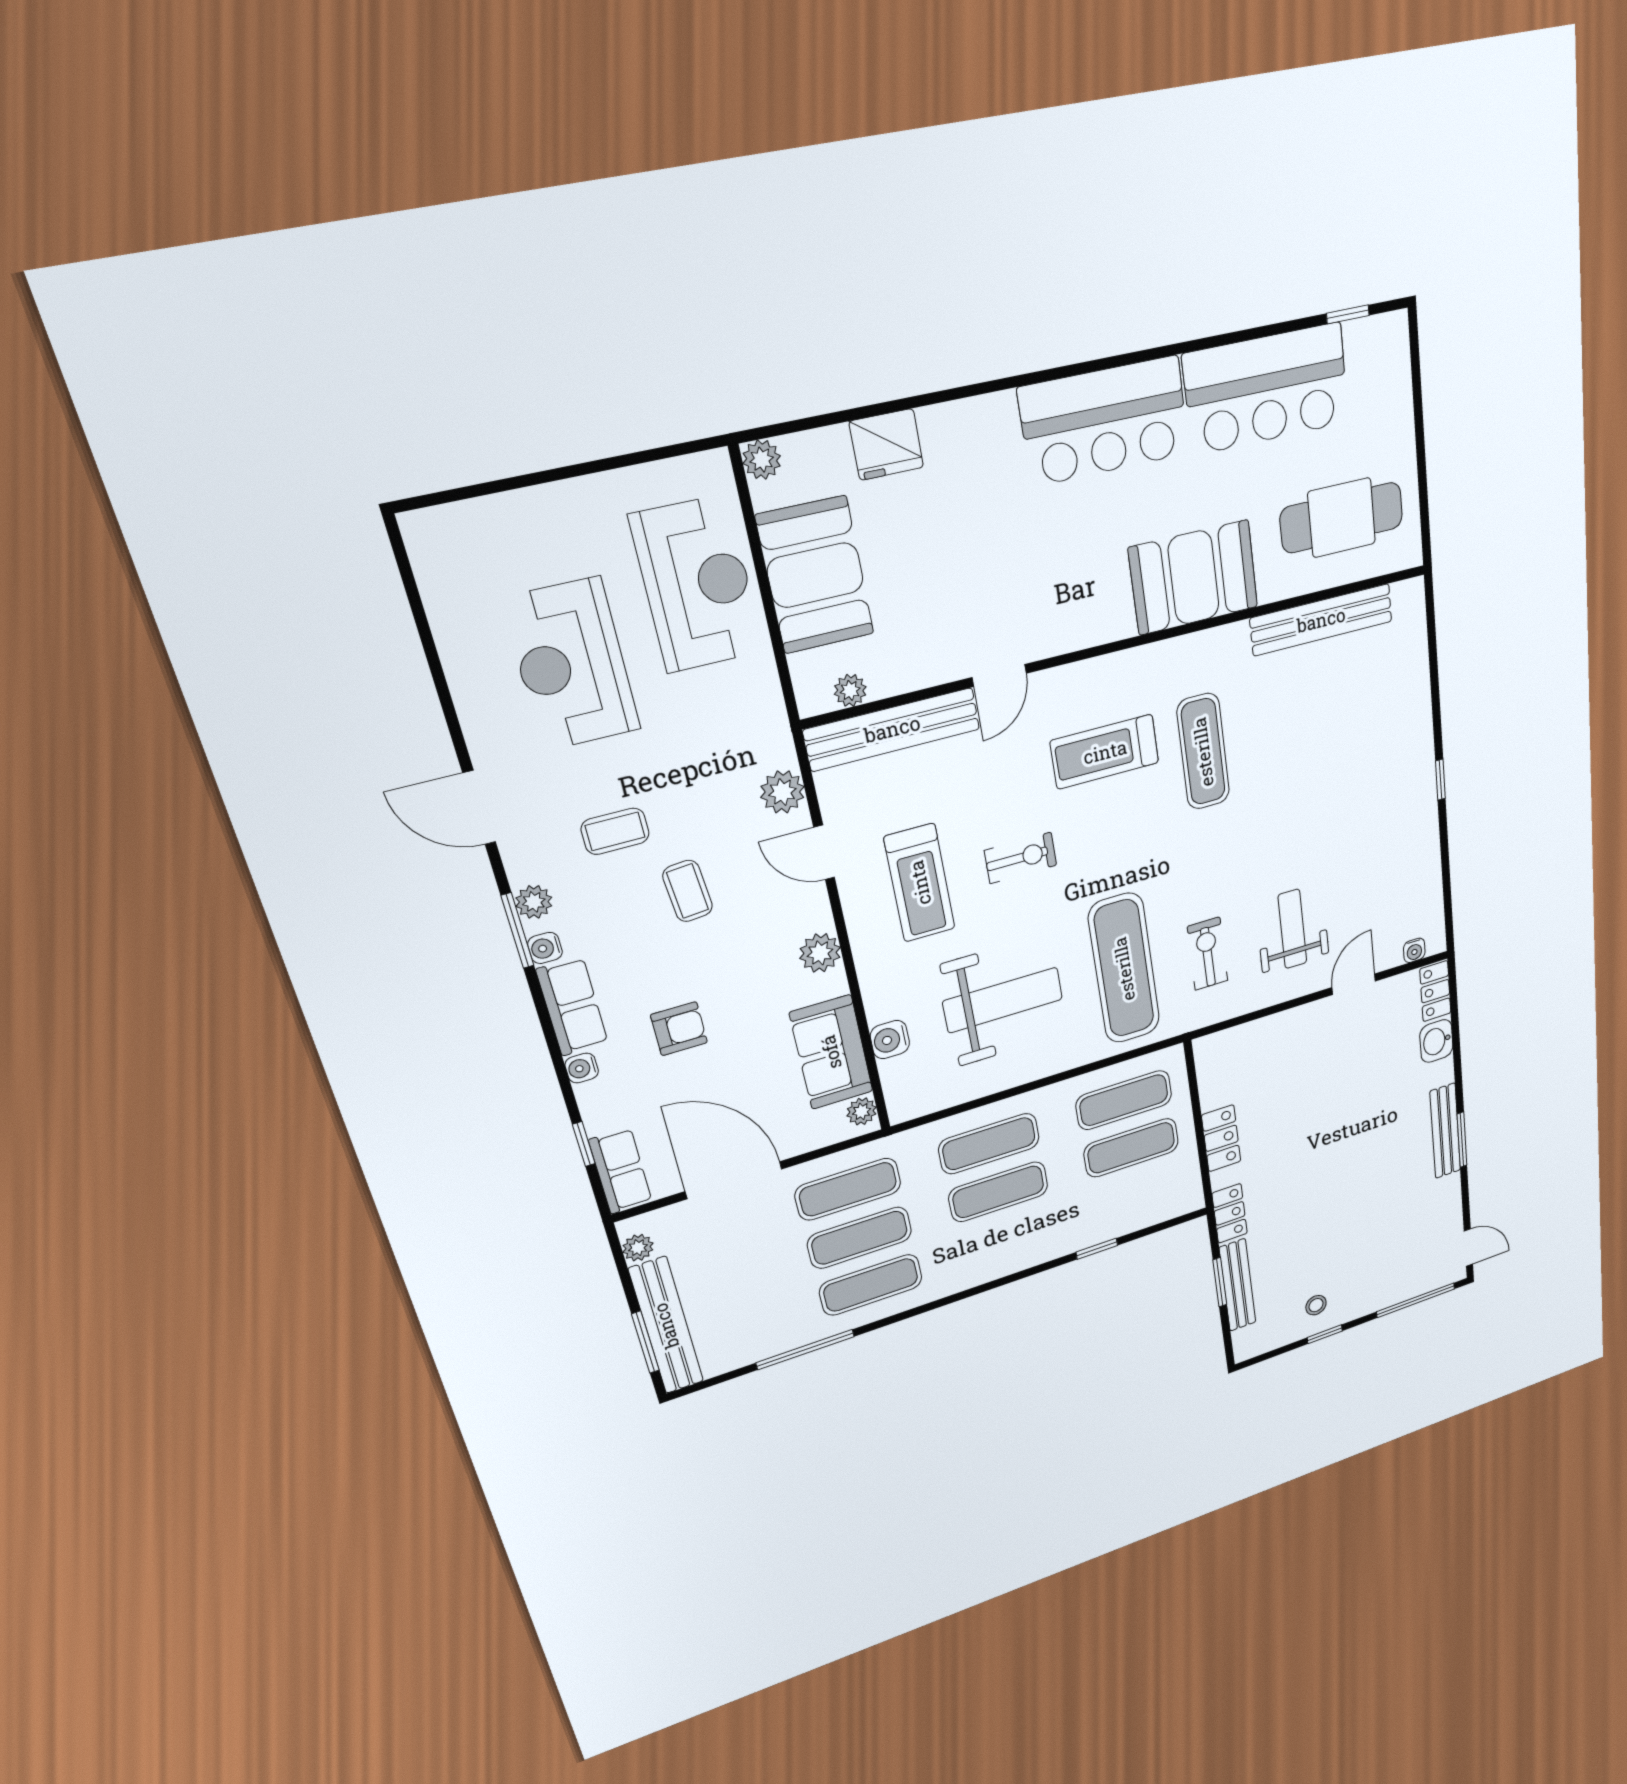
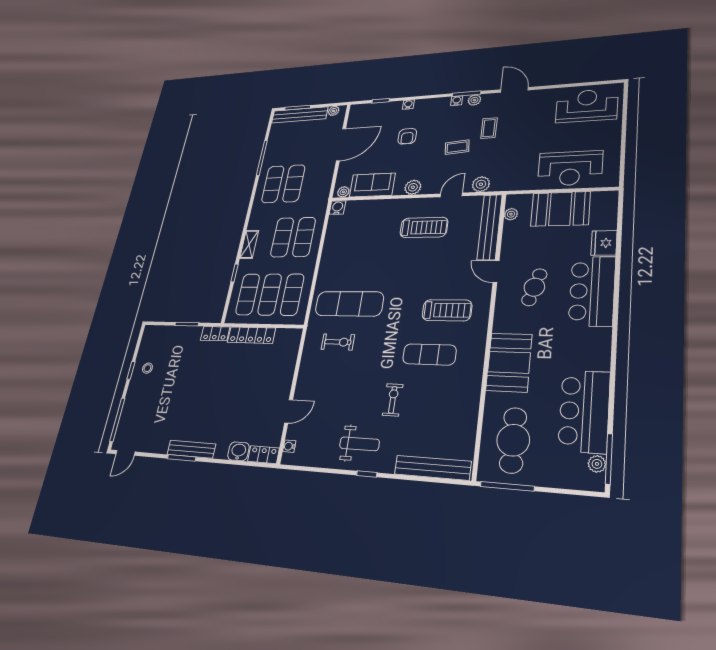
window: (1348, 314) -> (609, 459), width x2.17
bar counter: (1105, 421) -> (592, 291), moved
plant: (762, 460) -> (597, 464), moved
window: (1424, 502) -> (507, 486), added
cafe table: (1021, 576) -> (534, 287), added
bench: (1321, 620) -> (432, 468), moved, turned 90
reception desk: (572, 665) -> (587, 106), moved
treadmill: (1105, 752) -> (447, 310), turned 90
door: (479, 808) -> (514, 90), hinge flipped
exercise bike: (1021, 858) -> (393, 400), moved, turned 180
treadmill: (920, 883) -> (424, 227), turned 180
weight bench: (1292, 929) -> (359, 444), moved
door: (1354, 984) -> (289, 411), hinge flipped
weight bench: (1003, 1000) -> (361, 252), removed
row of seats: (572, 1007) -> (432, 105), removed
water cooler: (890, 1040) -> (337, 208), moved
locker: (1221, 1138) -> (251, 335), width x1.53
row of seats: (620, 1171) -> (365, 110), removed
exercise mat: (848, 1189) -> (248, 294), moved
shelving: (1027, 1255) -> (249, 244), added
bench: (1238, 1285) -> (180, 332), removed

